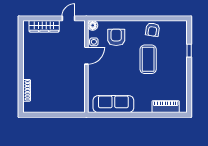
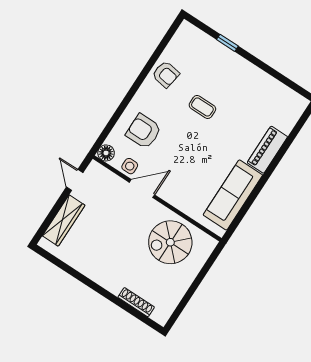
door: (86, 56) -> (142, 189), hinge flipped
coffee table: (148, 59) -> (202, 107), width x0.54, depth x0.58
spiral stairs: (68, 88) -> (170, 242), added
piano: (166, 107) -> (267, 150), moved

